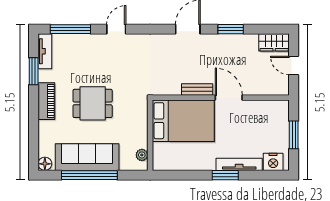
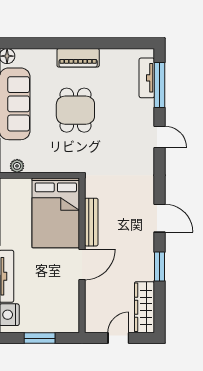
wardrobe: (274, 42) -> (145, 307), width x1.50
tv unit: (45, 51) -> (147, 78), moved, turned 90
window: (34, 71) -> (112, 43), removed
bench: (197, 89) -> (91, 222), width x1.36

